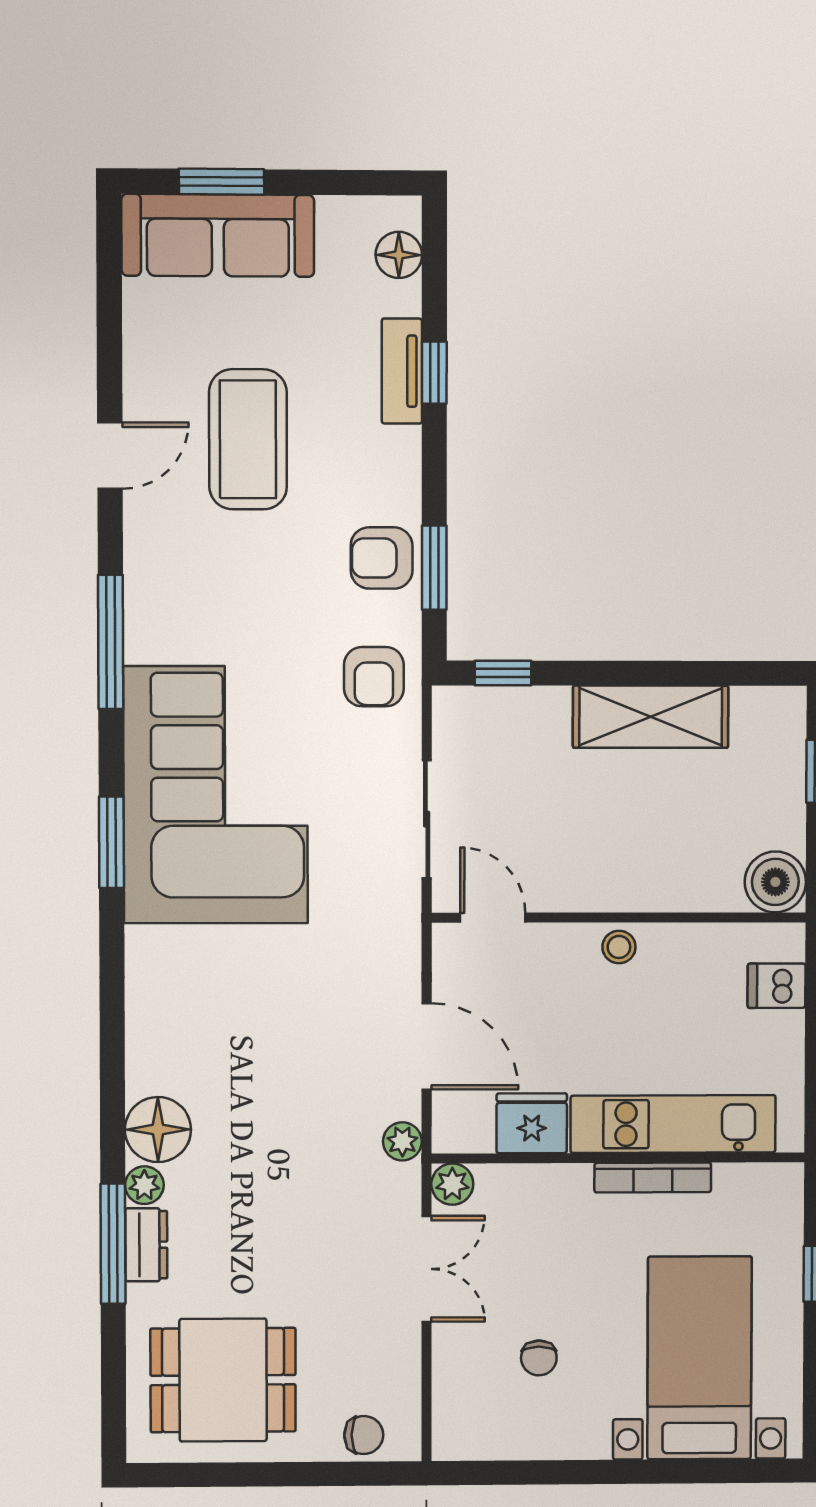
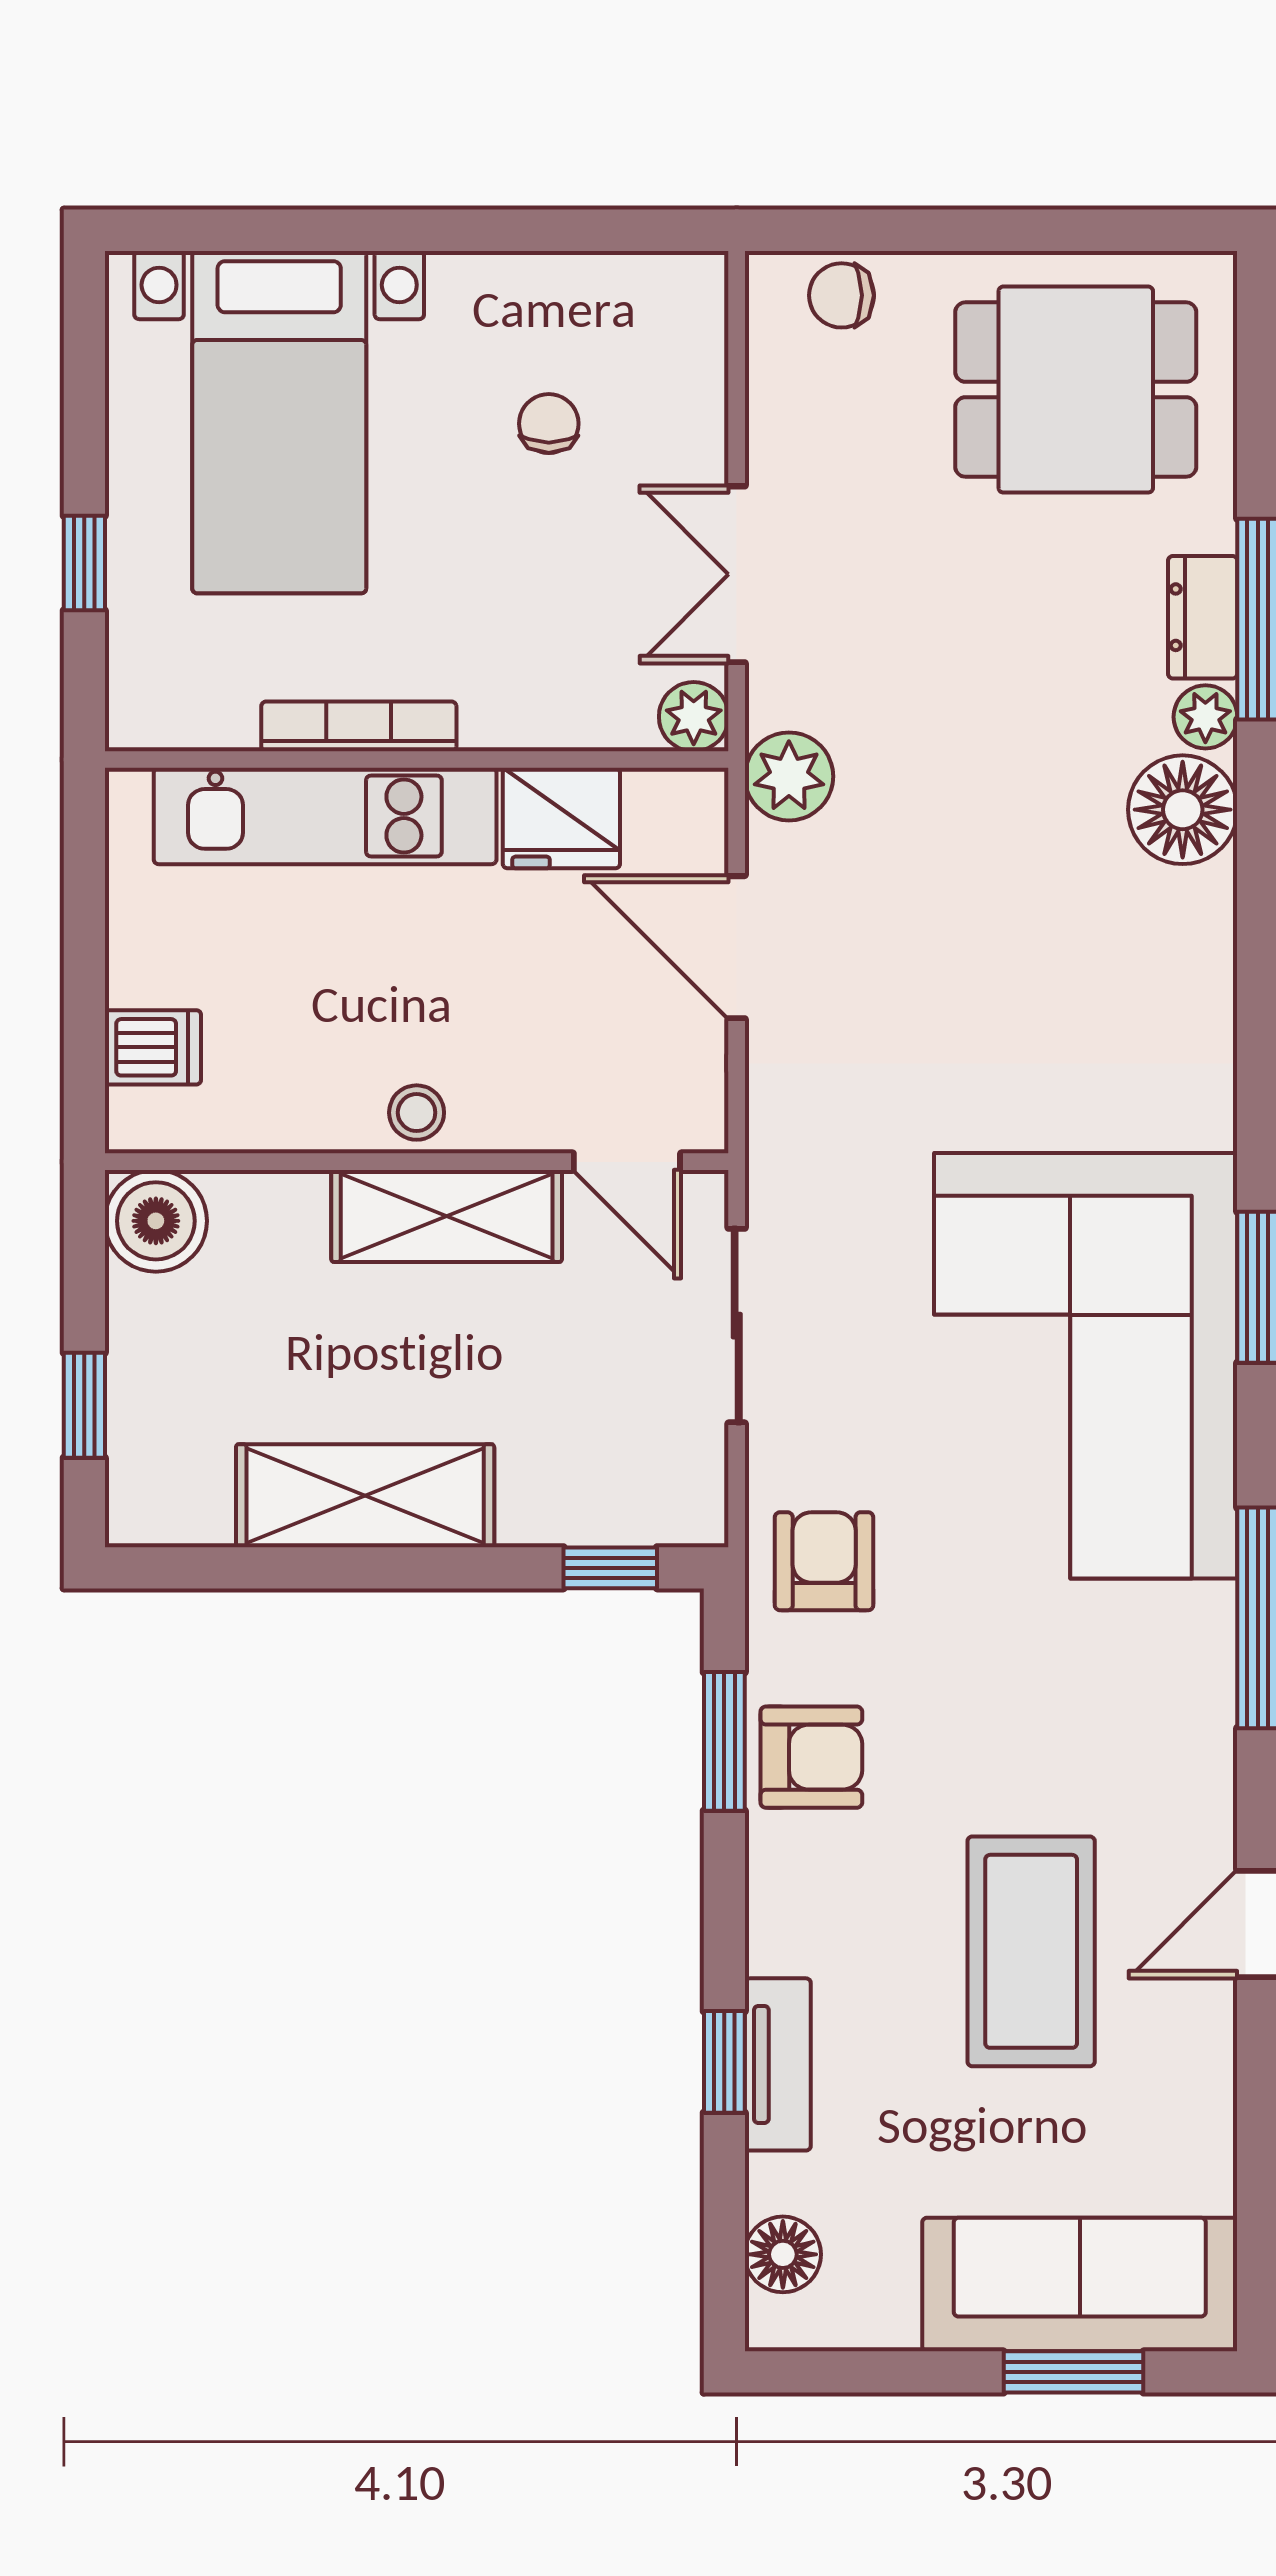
shelving: (601, 885) -> (447, 1216), added
plant: (402, 1141) -> (789, 776), width x1.38, depth x1.38

